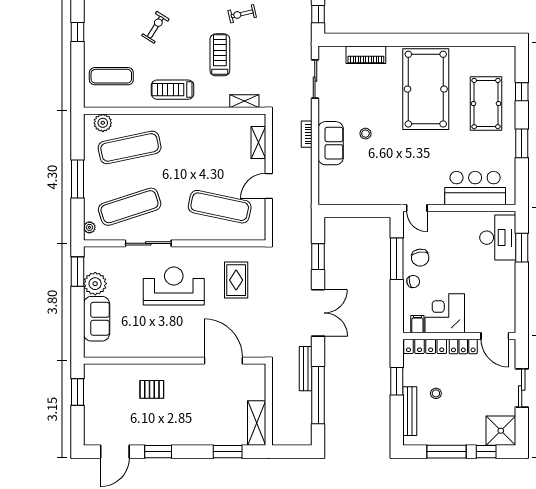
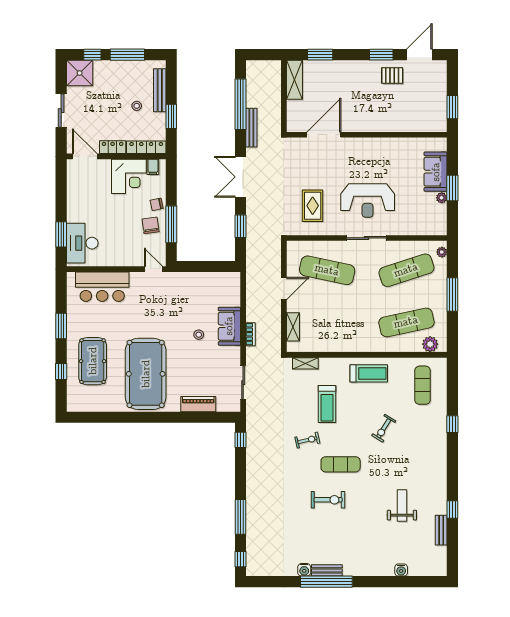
exercise mat: (111, 76) -> (423, 385), turned 90
sliding door: (148, 243) -> (366, 238), moved
window: (77, 272) -> (452, 188), moved
plant: (95, 284) -> (442, 198), width x0.53, depth x0.53
door: (223, 361) -> (324, 135), swing flipped
pallet: (152, 389) -> (392, 76), moved

